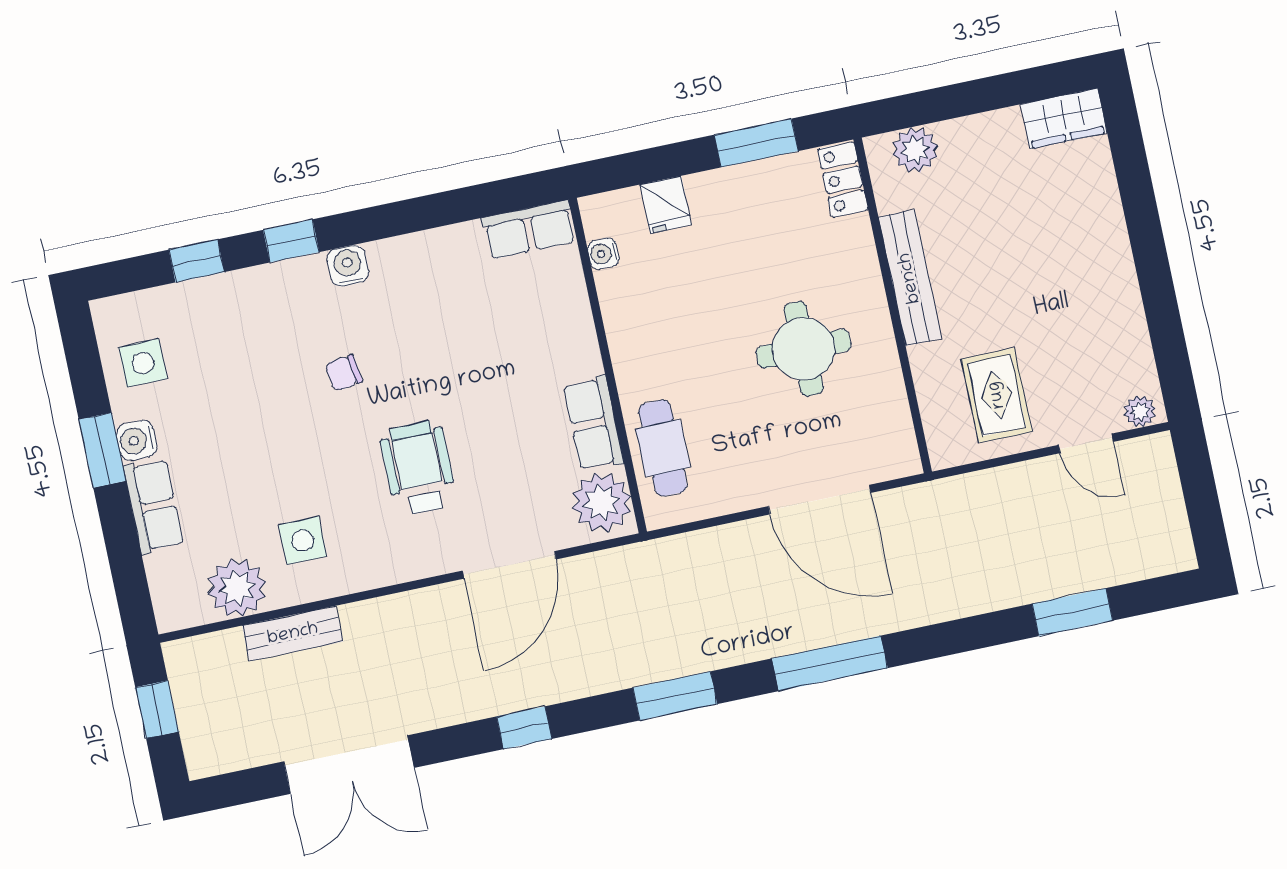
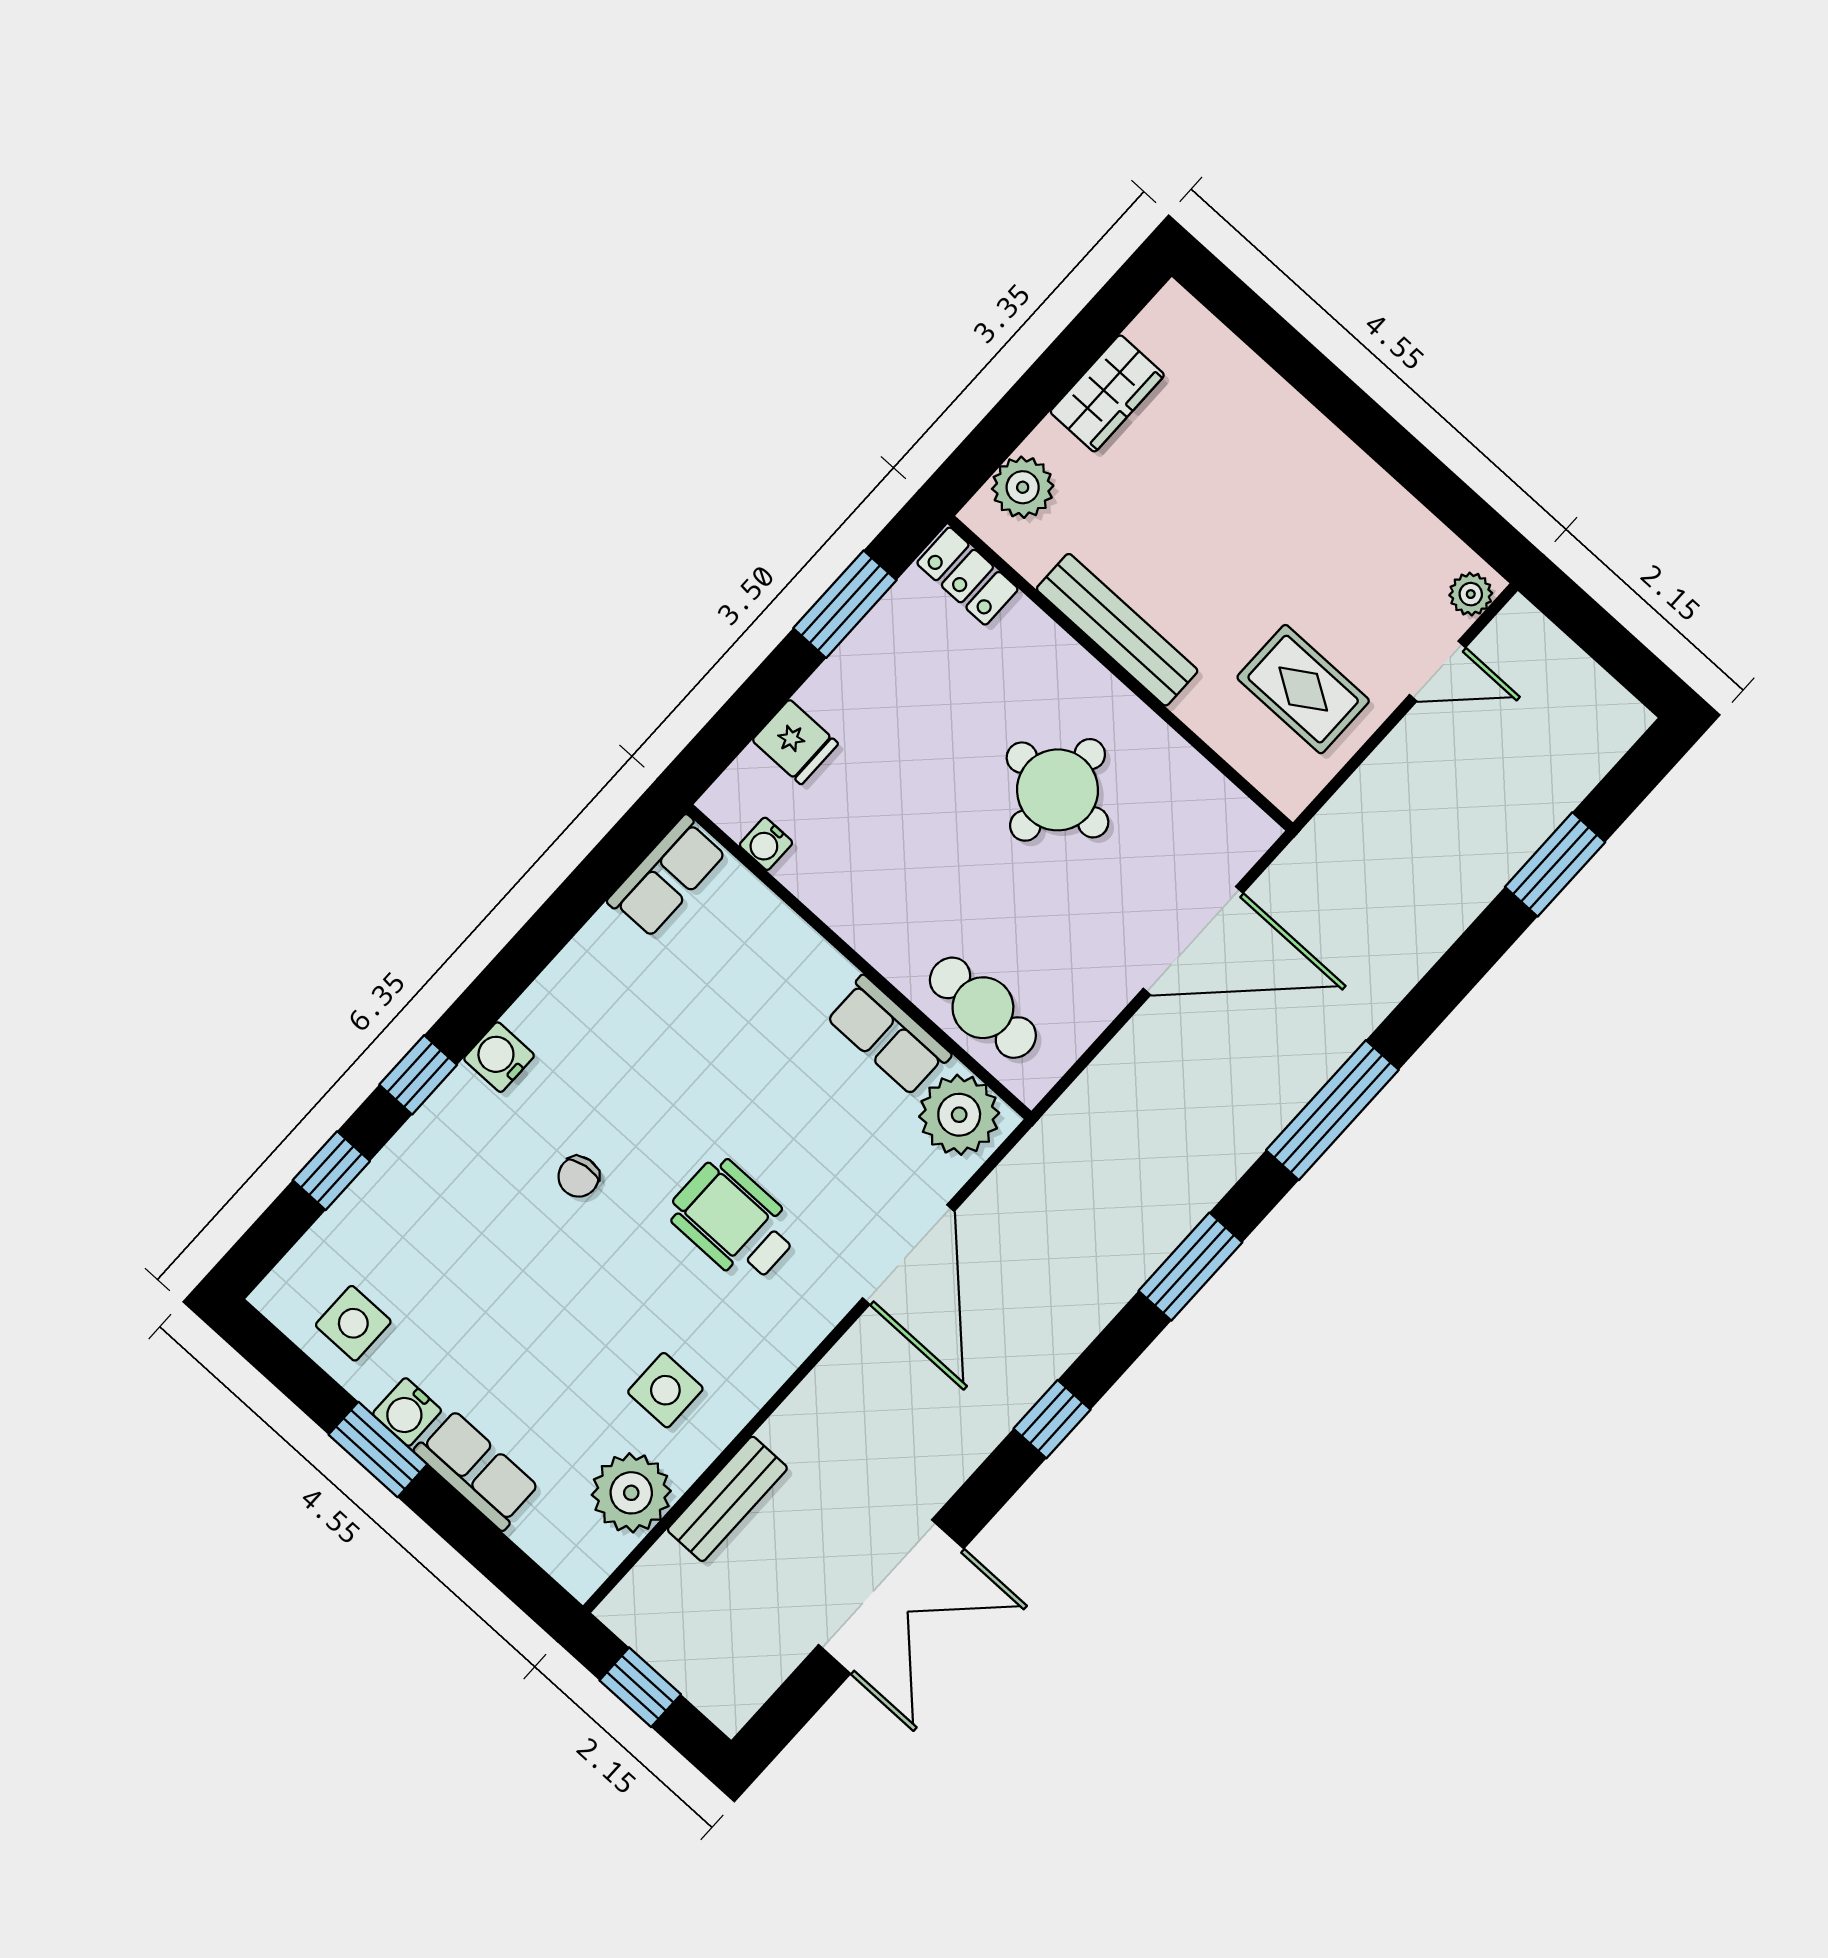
wardrobe: (1064, 118) -> (1107, 393), moved

